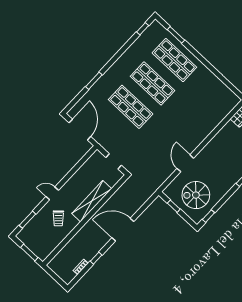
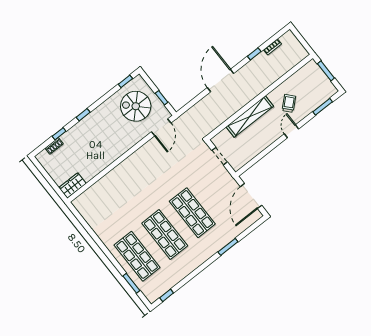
door: (185, 163) -> (161, 127), moved
door: (52, 193) -> (292, 131), swing flipped
spiral stairs: (196, 195) -> (136, 106), turned 180
door: (123, 230) -> (221, 80), swing flipped

